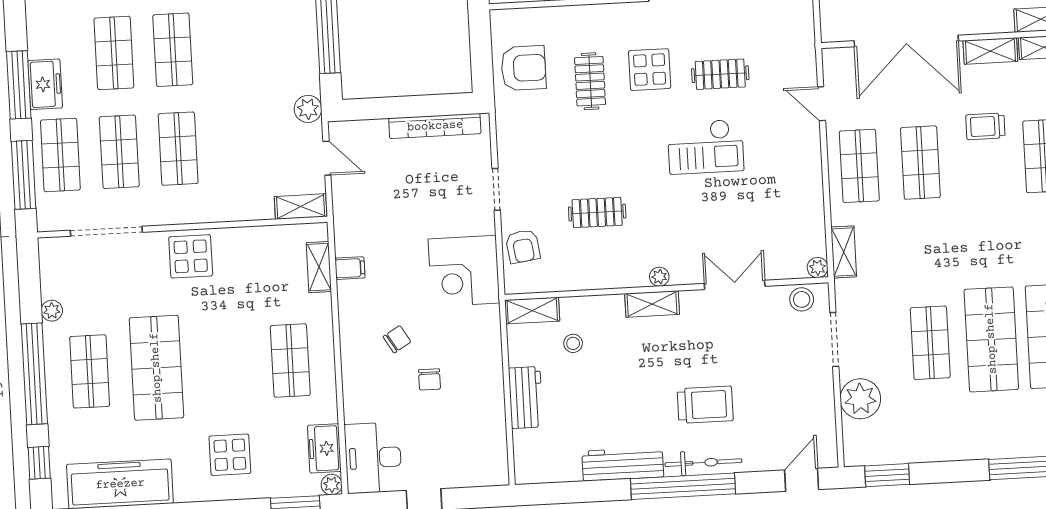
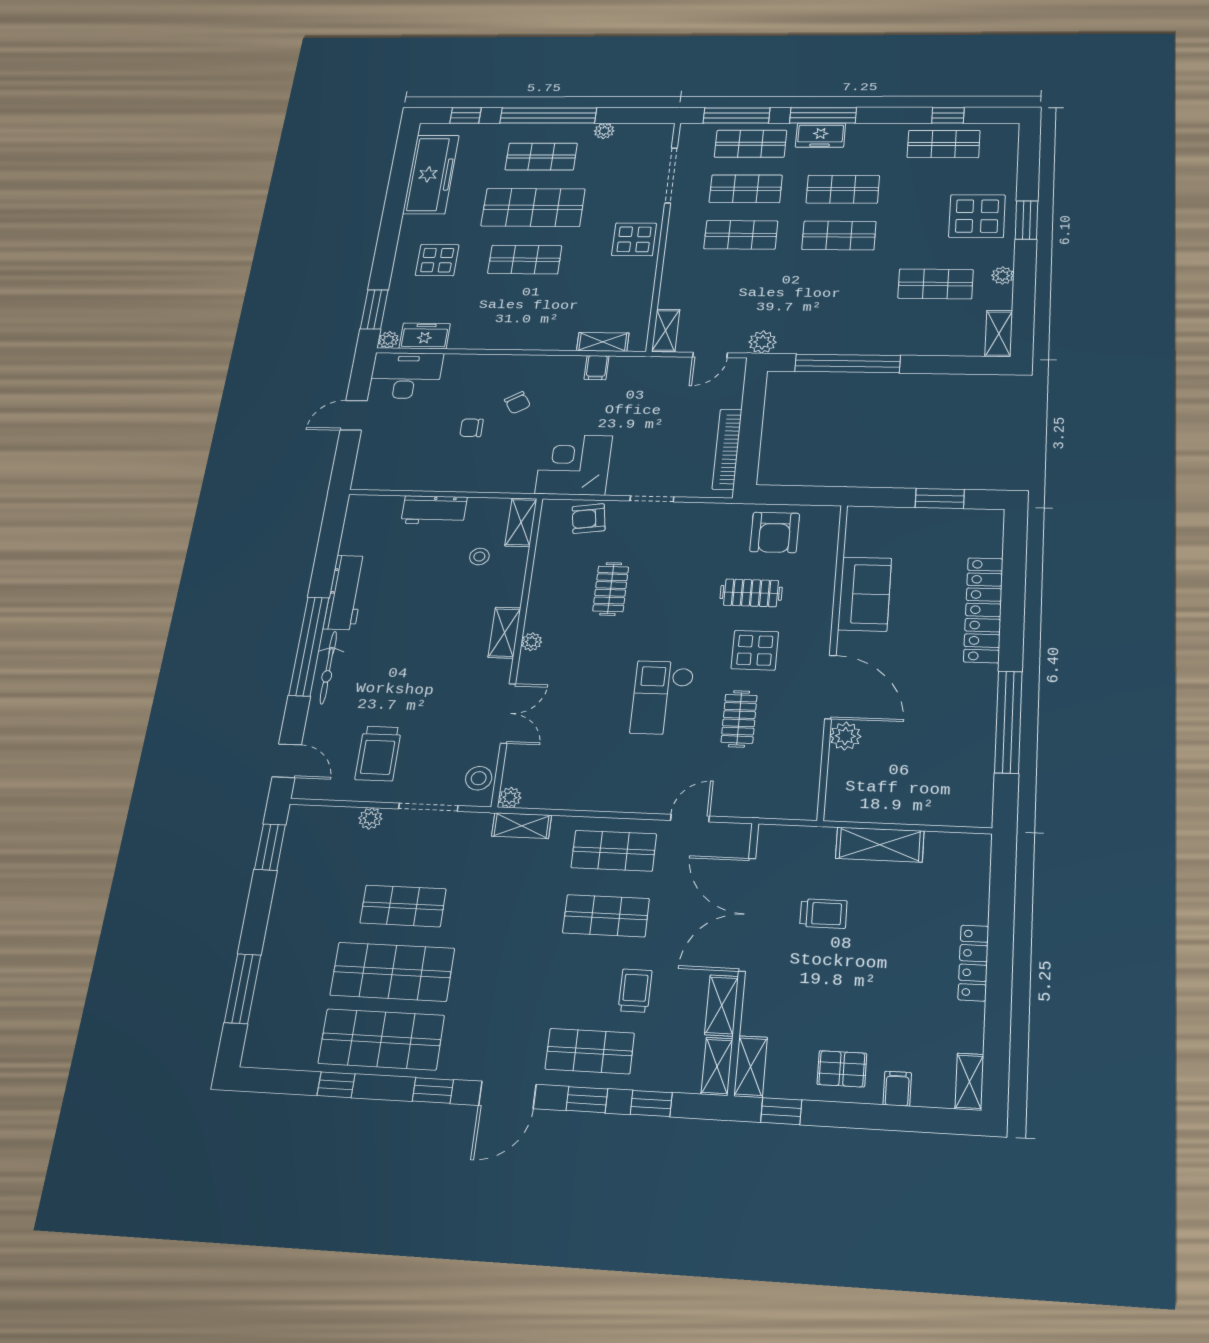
shop shelf: (290, 361) -> (525, 260), moved
plant: (860, 399) -> (370, 818), width x0.53, depth x0.53
trolley: (705, 405) -> (378, 754), moved

